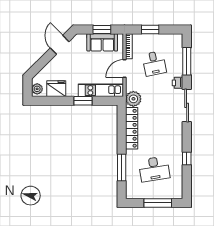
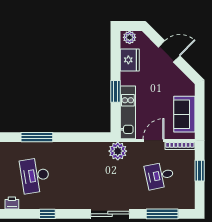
window: (102, 29) -> (200, 114), removed
door: (60, 45) -> (169, 51), moved
door: (125, 68) -> (154, 140), hinge flipped
printer: (177, 83) -> (12, 203), moved
locker: (132, 128) -> (83, 149), removed

